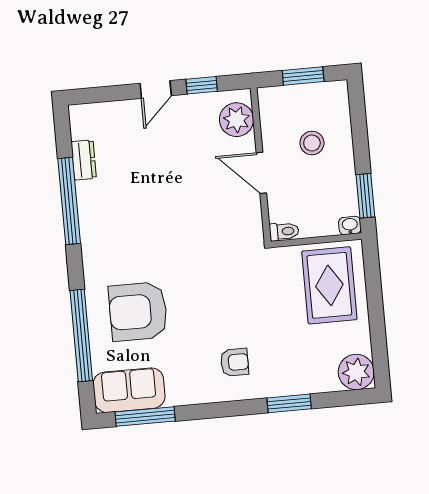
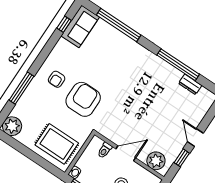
toilet: (284, 231) -> (105, 150), moved
armchair: (138, 312) -> (83, 99), moved
window: (289, 403) -> (21, 88), width x1.44
window: (145, 416) -> (64, 24), width x0.46

